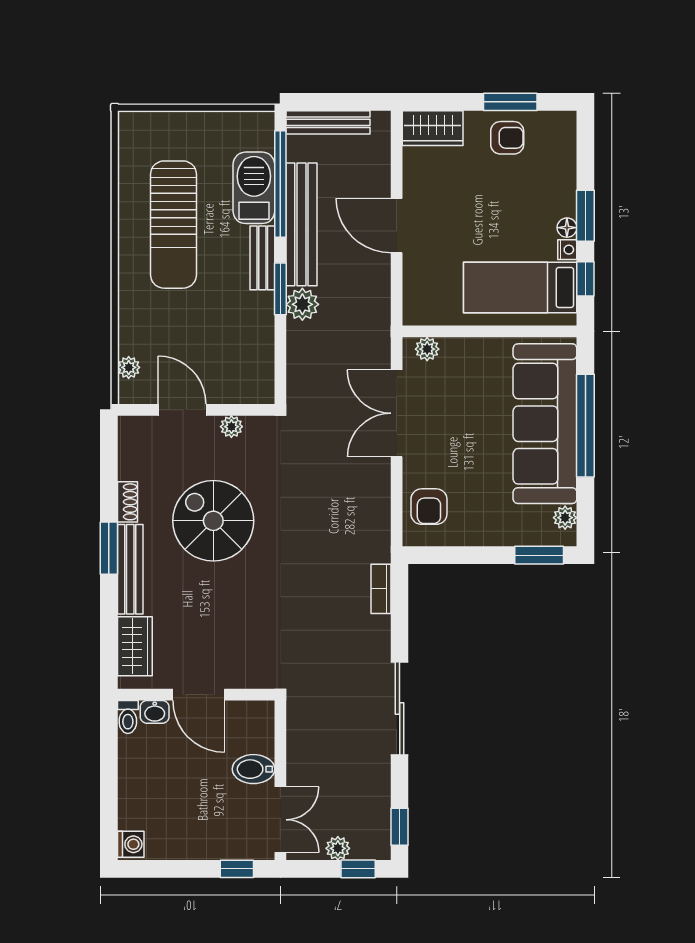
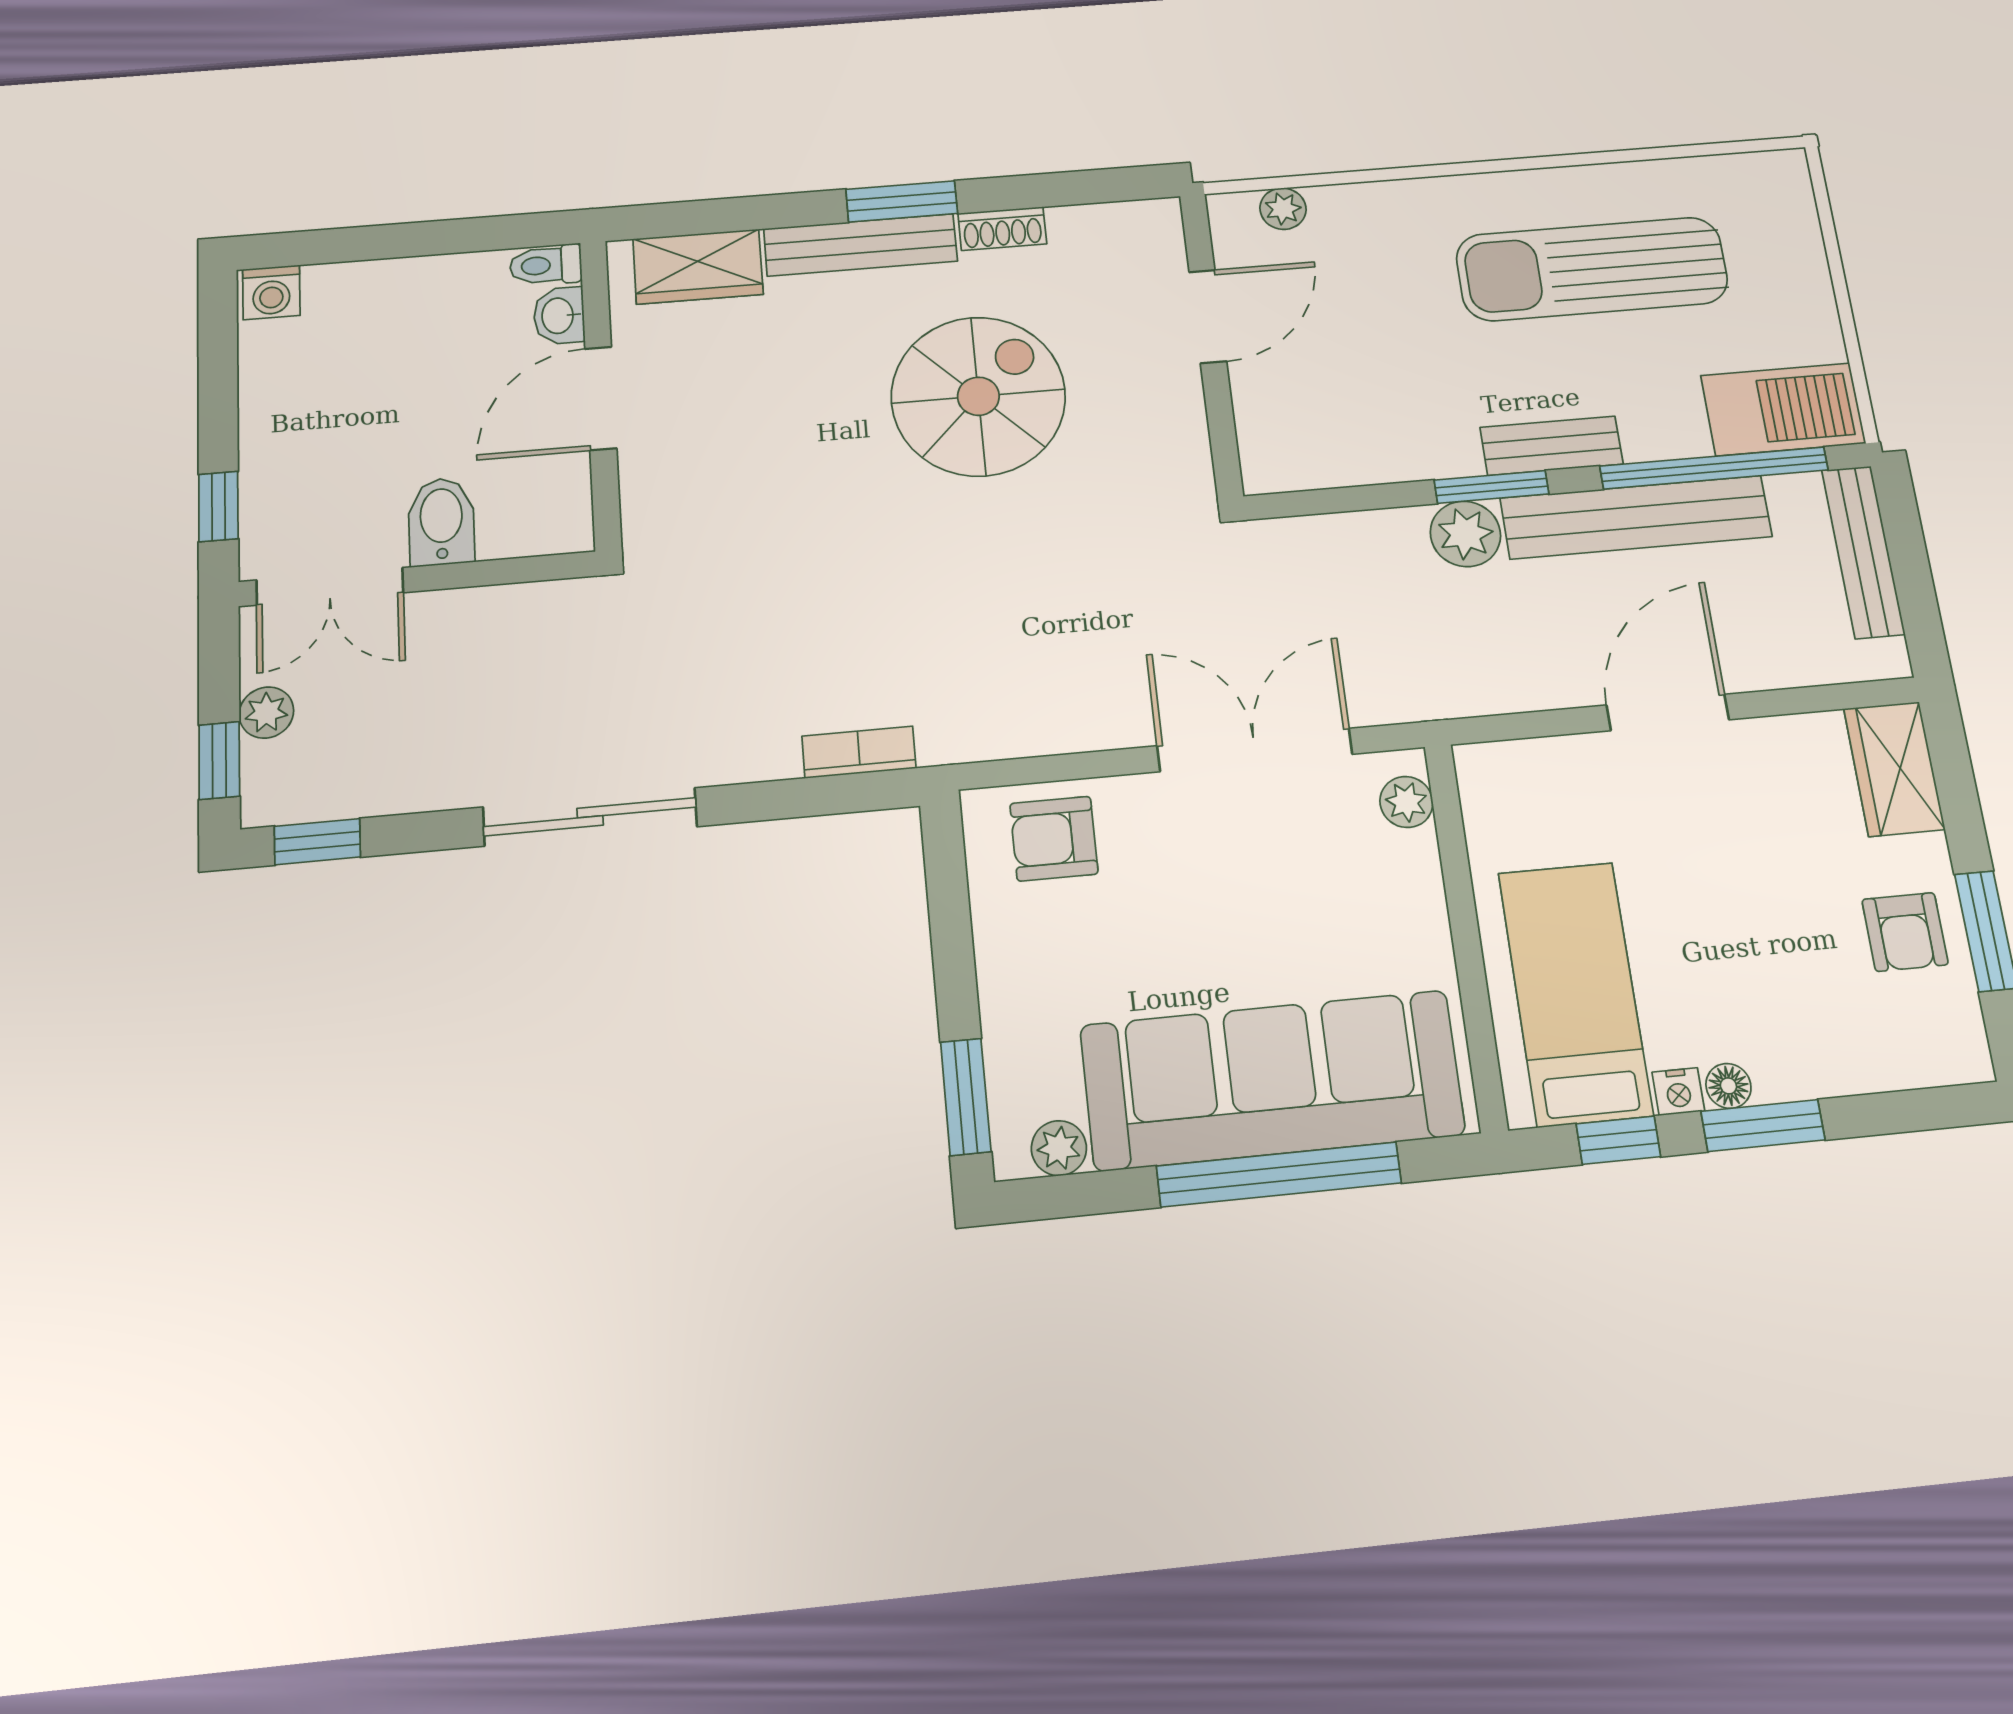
barbecue: (254, 188) -> (1783, 409), moved
plant: (231, 427) -> (1184, 415), removed

